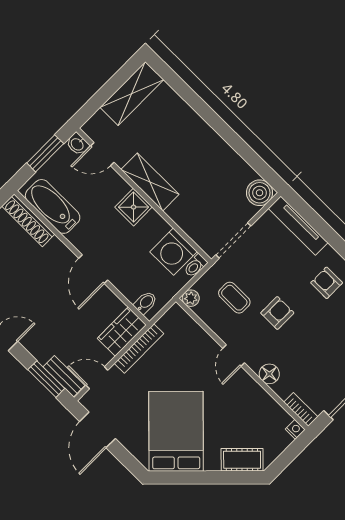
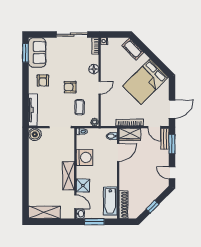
shower: (133, 207) -> (83, 186), moved
washing machine: (174, 252) -> (85, 157), moved
door: (93, 269) -> (118, 152), moved

